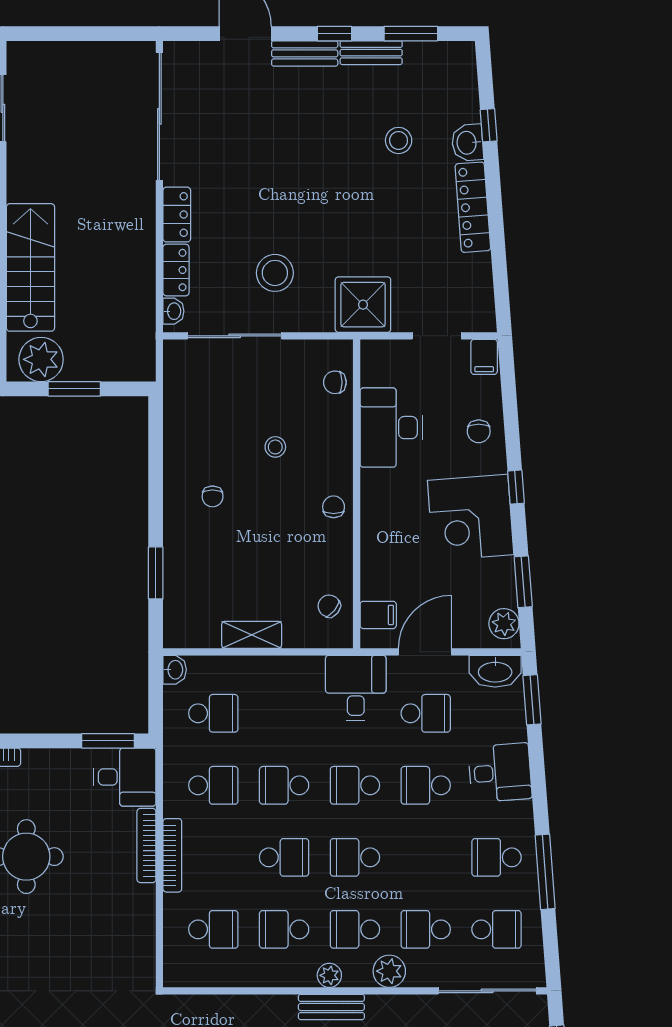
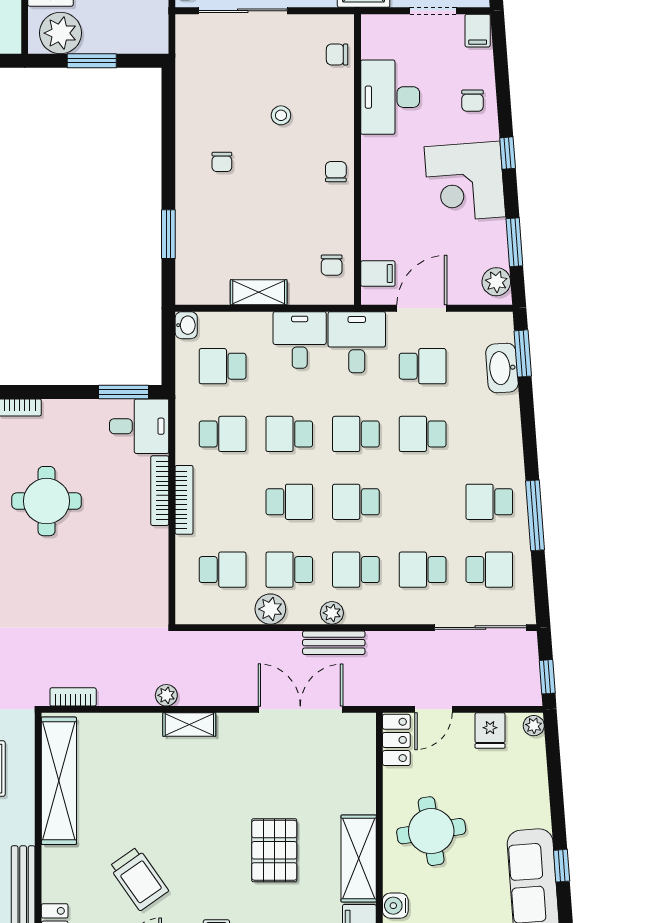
chair: (329, 606) -> (332, 265), turned -129
washbasin: (495, 671) -> (502, 368), moved, turned 86
school desk: (213, 713) -> (223, 366), turned 180
desk: (500, 773) -> (300, 340), moved, turned -86
plant: (389, 971) -> (270, 609), moved

